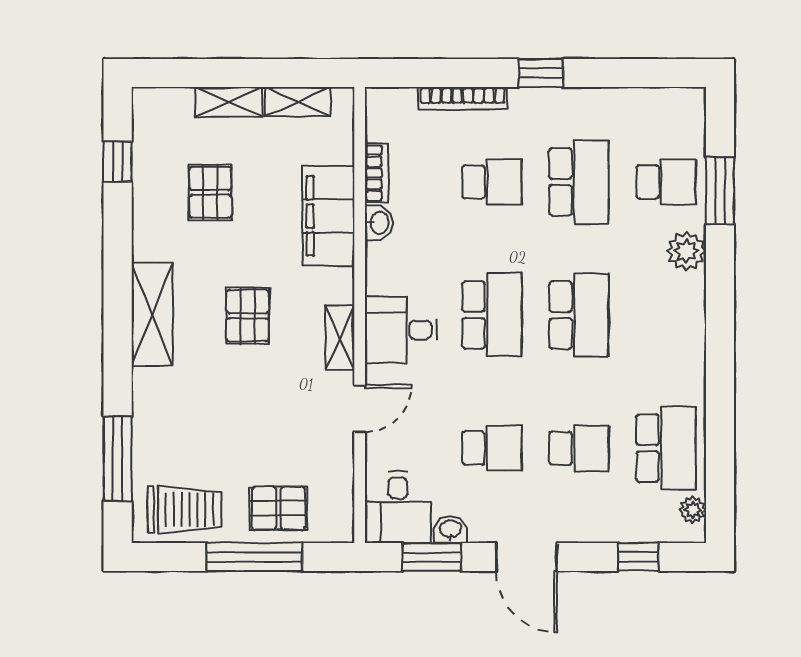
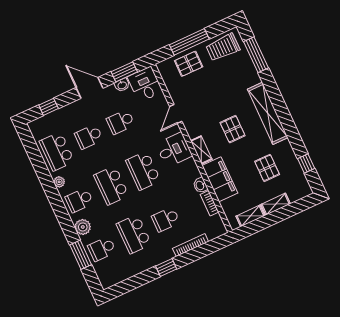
shelving: (152, 314) -> (268, 113), width x1.47
school desk: (666, 315) -> (79, 200), added
shelving: (340, 338) -> (201, 150), moved
plant: (693, 510) -> (59, 182), moved

